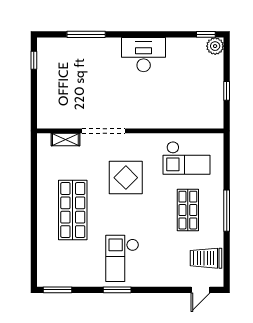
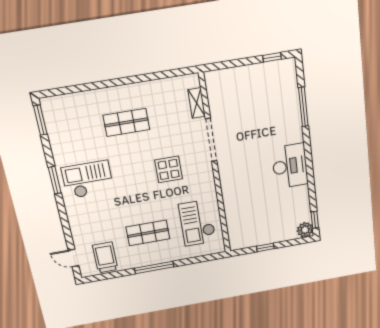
display table: (126, 178) -> (169, 169), width x0.73, depth x0.73
shop shelf: (73, 210) -> (126, 122), width x0.70, depth x0.74

